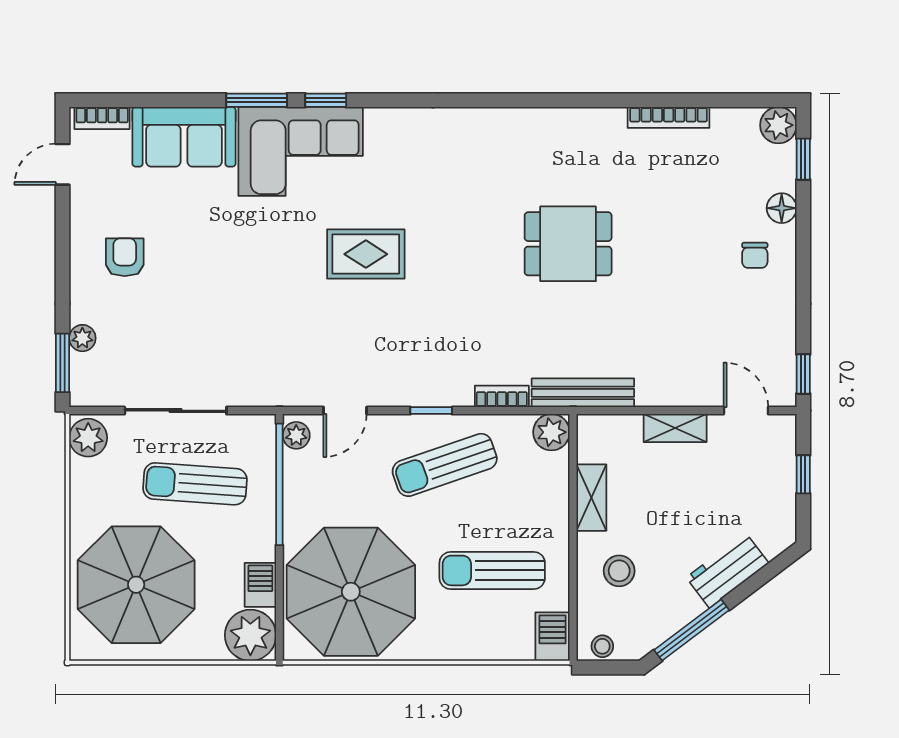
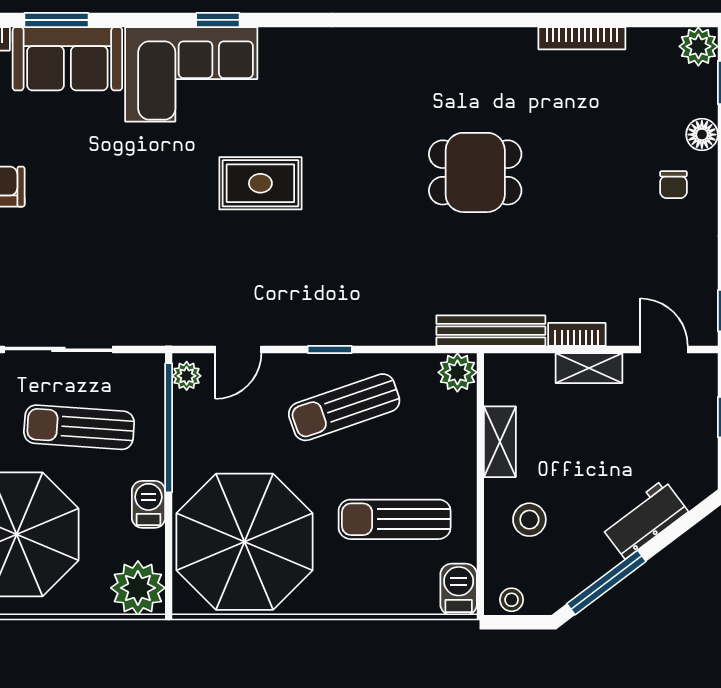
window: (257, 100) -> (56, 20), moved
bookcase: (502, 396) -> (577, 334), moved
barbecue: (260, 585) -> (149, 504), moved

